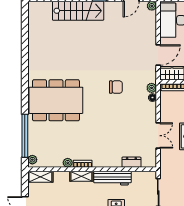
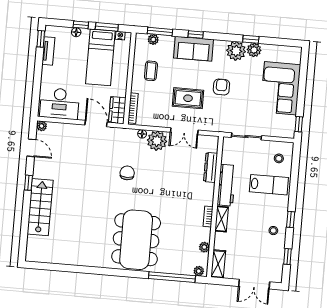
plant: (152, 88) -> (157, 141), moved, width x1.87, depth x1.87
double door: (158, 136) -> (184, 131), swing flipped
dresser: (131, 162) -> (211, 167), width x1.44
plant: (68, 163) -> (204, 247), moved

